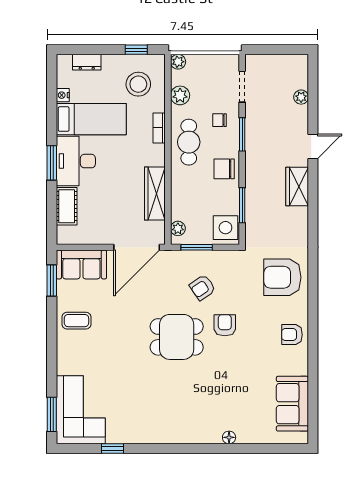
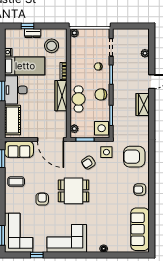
window: (136, 50) -> (27, 26), moved
dresser: (87, 62) -> (33, 33), moved
plant: (180, 95) -> (75, 52), removed
cafe table: (189, 142) -> (79, 99), moved
wardrobe: (155, 194) -> (61, 96), moved
cot: (67, 206) -> (12, 120), width x1.37, depth x1.34
door: (137, 247) -> (51, 139), hinge flipped
side table: (234, 269) -> (106, 152), added
armchair: (225, 325) -> (42, 199), moved
sofa: (292, 404) -> (140, 229), width x1.36
corner sofa: (165, 420) -> (67, 238), added

